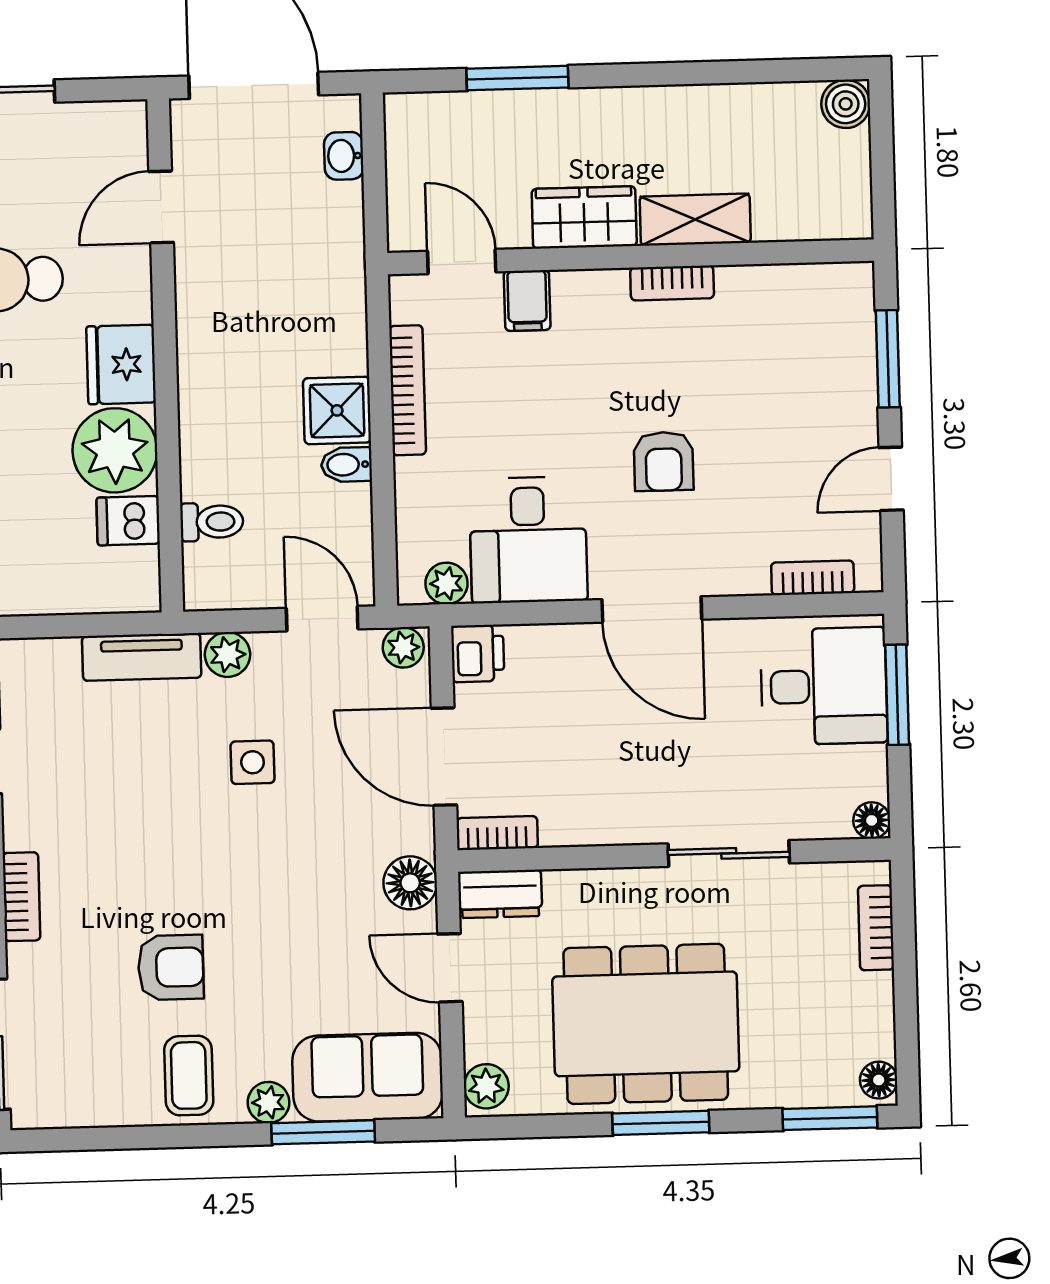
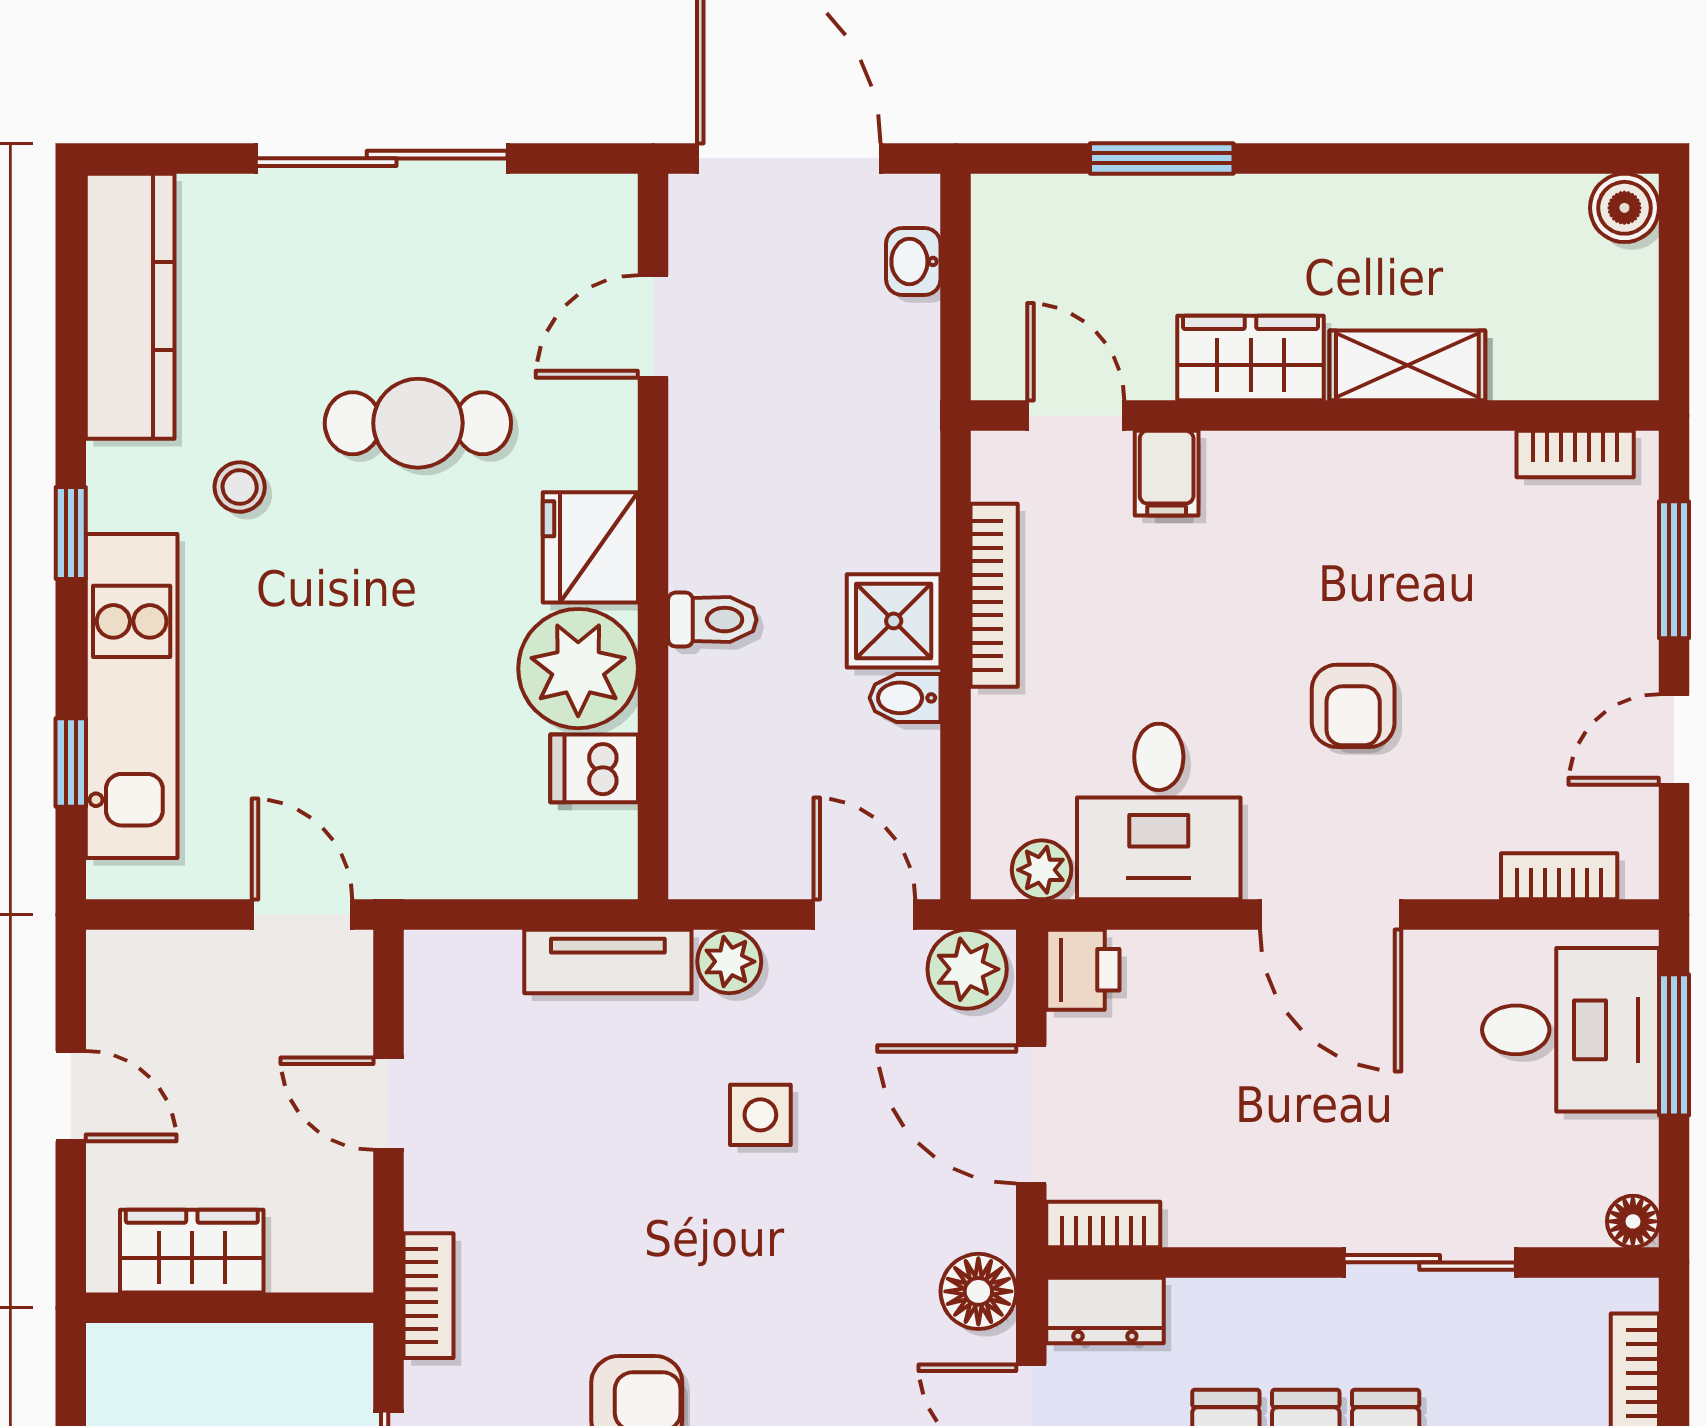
bookcase: (672, 283) -> (1575, 454), moved
toilet: (212, 522) -> (712, 620), moved
plant: (403, 647) -> (967, 969), width x1.38, depth x1.38

